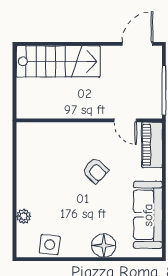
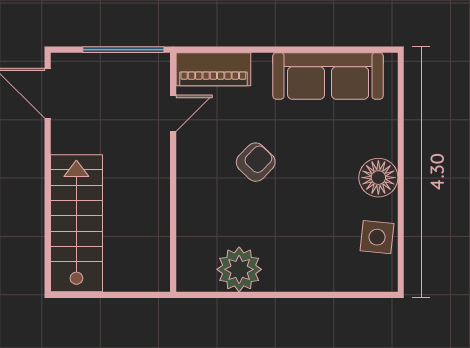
plant: (24, 216) -> (239, 269), moved, width x1.87, depth x1.87
floor lamp: (104, 245) -> (378, 178), moved

